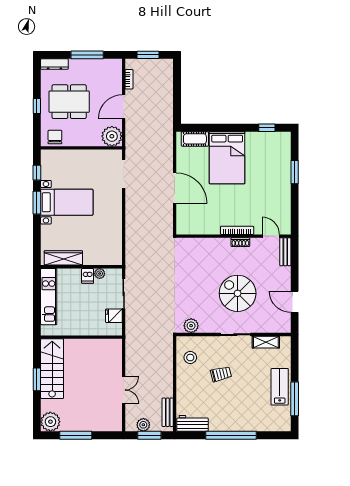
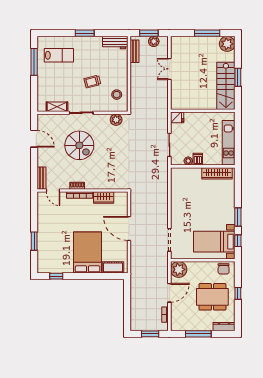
bed with nightstands: (67, 202) -> (214, 242), moved
wardrobe: (207, 227) -> (104, 198), added
fridge: (114, 316) -> (177, 117), moved
lab bench: (280, 387) -> (59, 55), moved, turned -90
window: (231, 435) -> (85, 33), width x0.47

